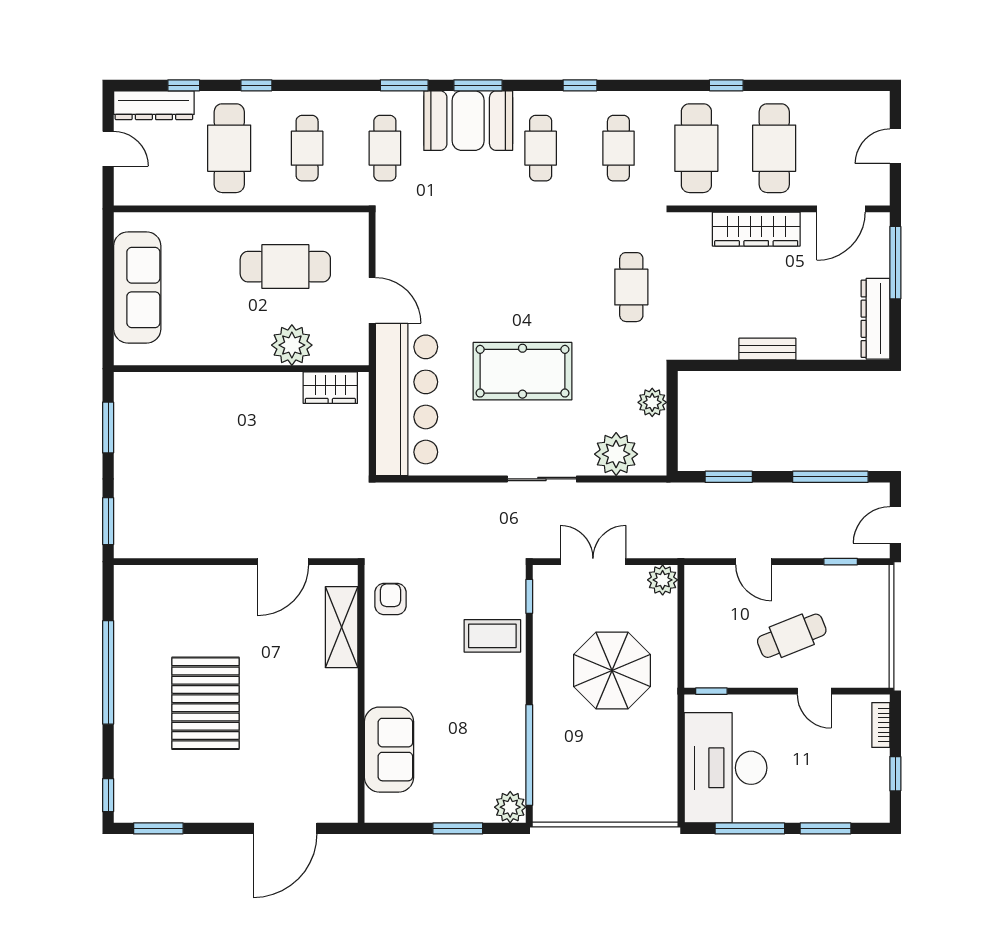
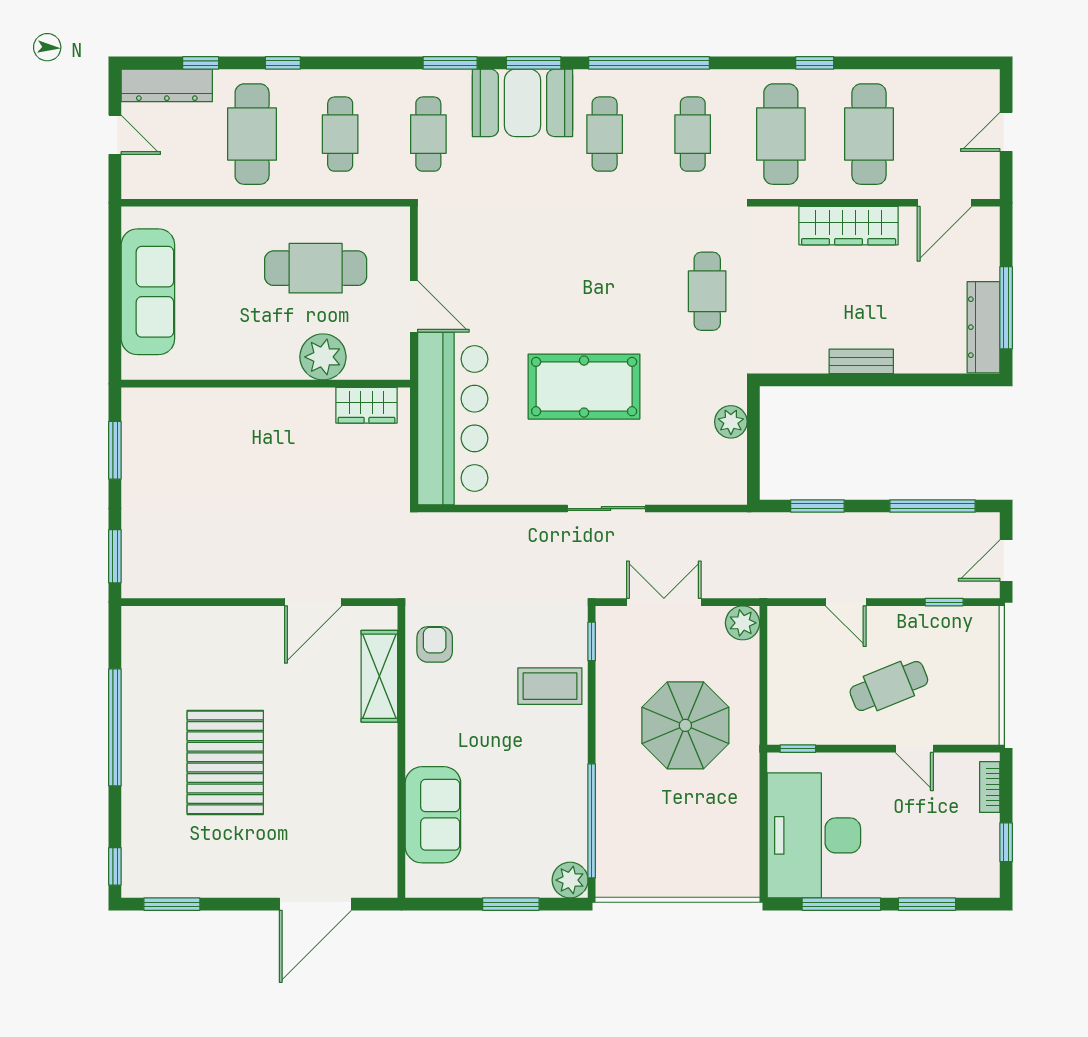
window: (580, 85) -> (649, 63), width x3.17
window: (895, 263) -> (1006, 308), moved
plant: (616, 454) -> (690, 480), removed

